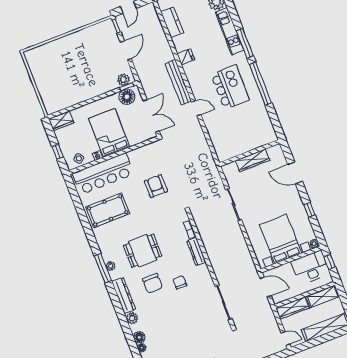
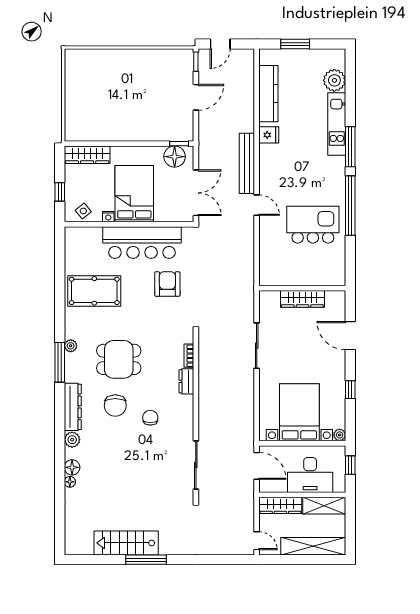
kitchen counter: (172, 22) -> (268, 94), width x1.50
plant: (123, 80) -> (179, 133), removed
kitchen island: (230, 87) -> (313, 225), moved, turned -90
wardrobe: (61, 121) -> (87, 155), width x1.50
bar counter: (103, 174) -> (142, 243), moved
dresser: (196, 252) -> (186, 381), width x0.70
plant: (111, 266) -> (71, 346), moved
desk: (310, 268) -> (310, 475), moved, turned 180

